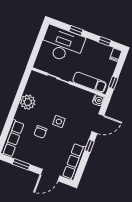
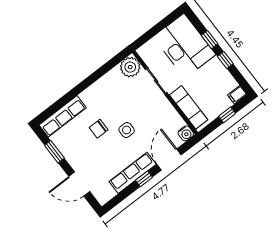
window: (105, 41) -> (225, 60), moved
window: (113, 83) -> (227, 115), moved
plant: (28, 102) -> (130, 67), moved
door: (98, 124) -> (169, 160), swing flipped
row of seats: (74, 162) -> (133, 173), moved

